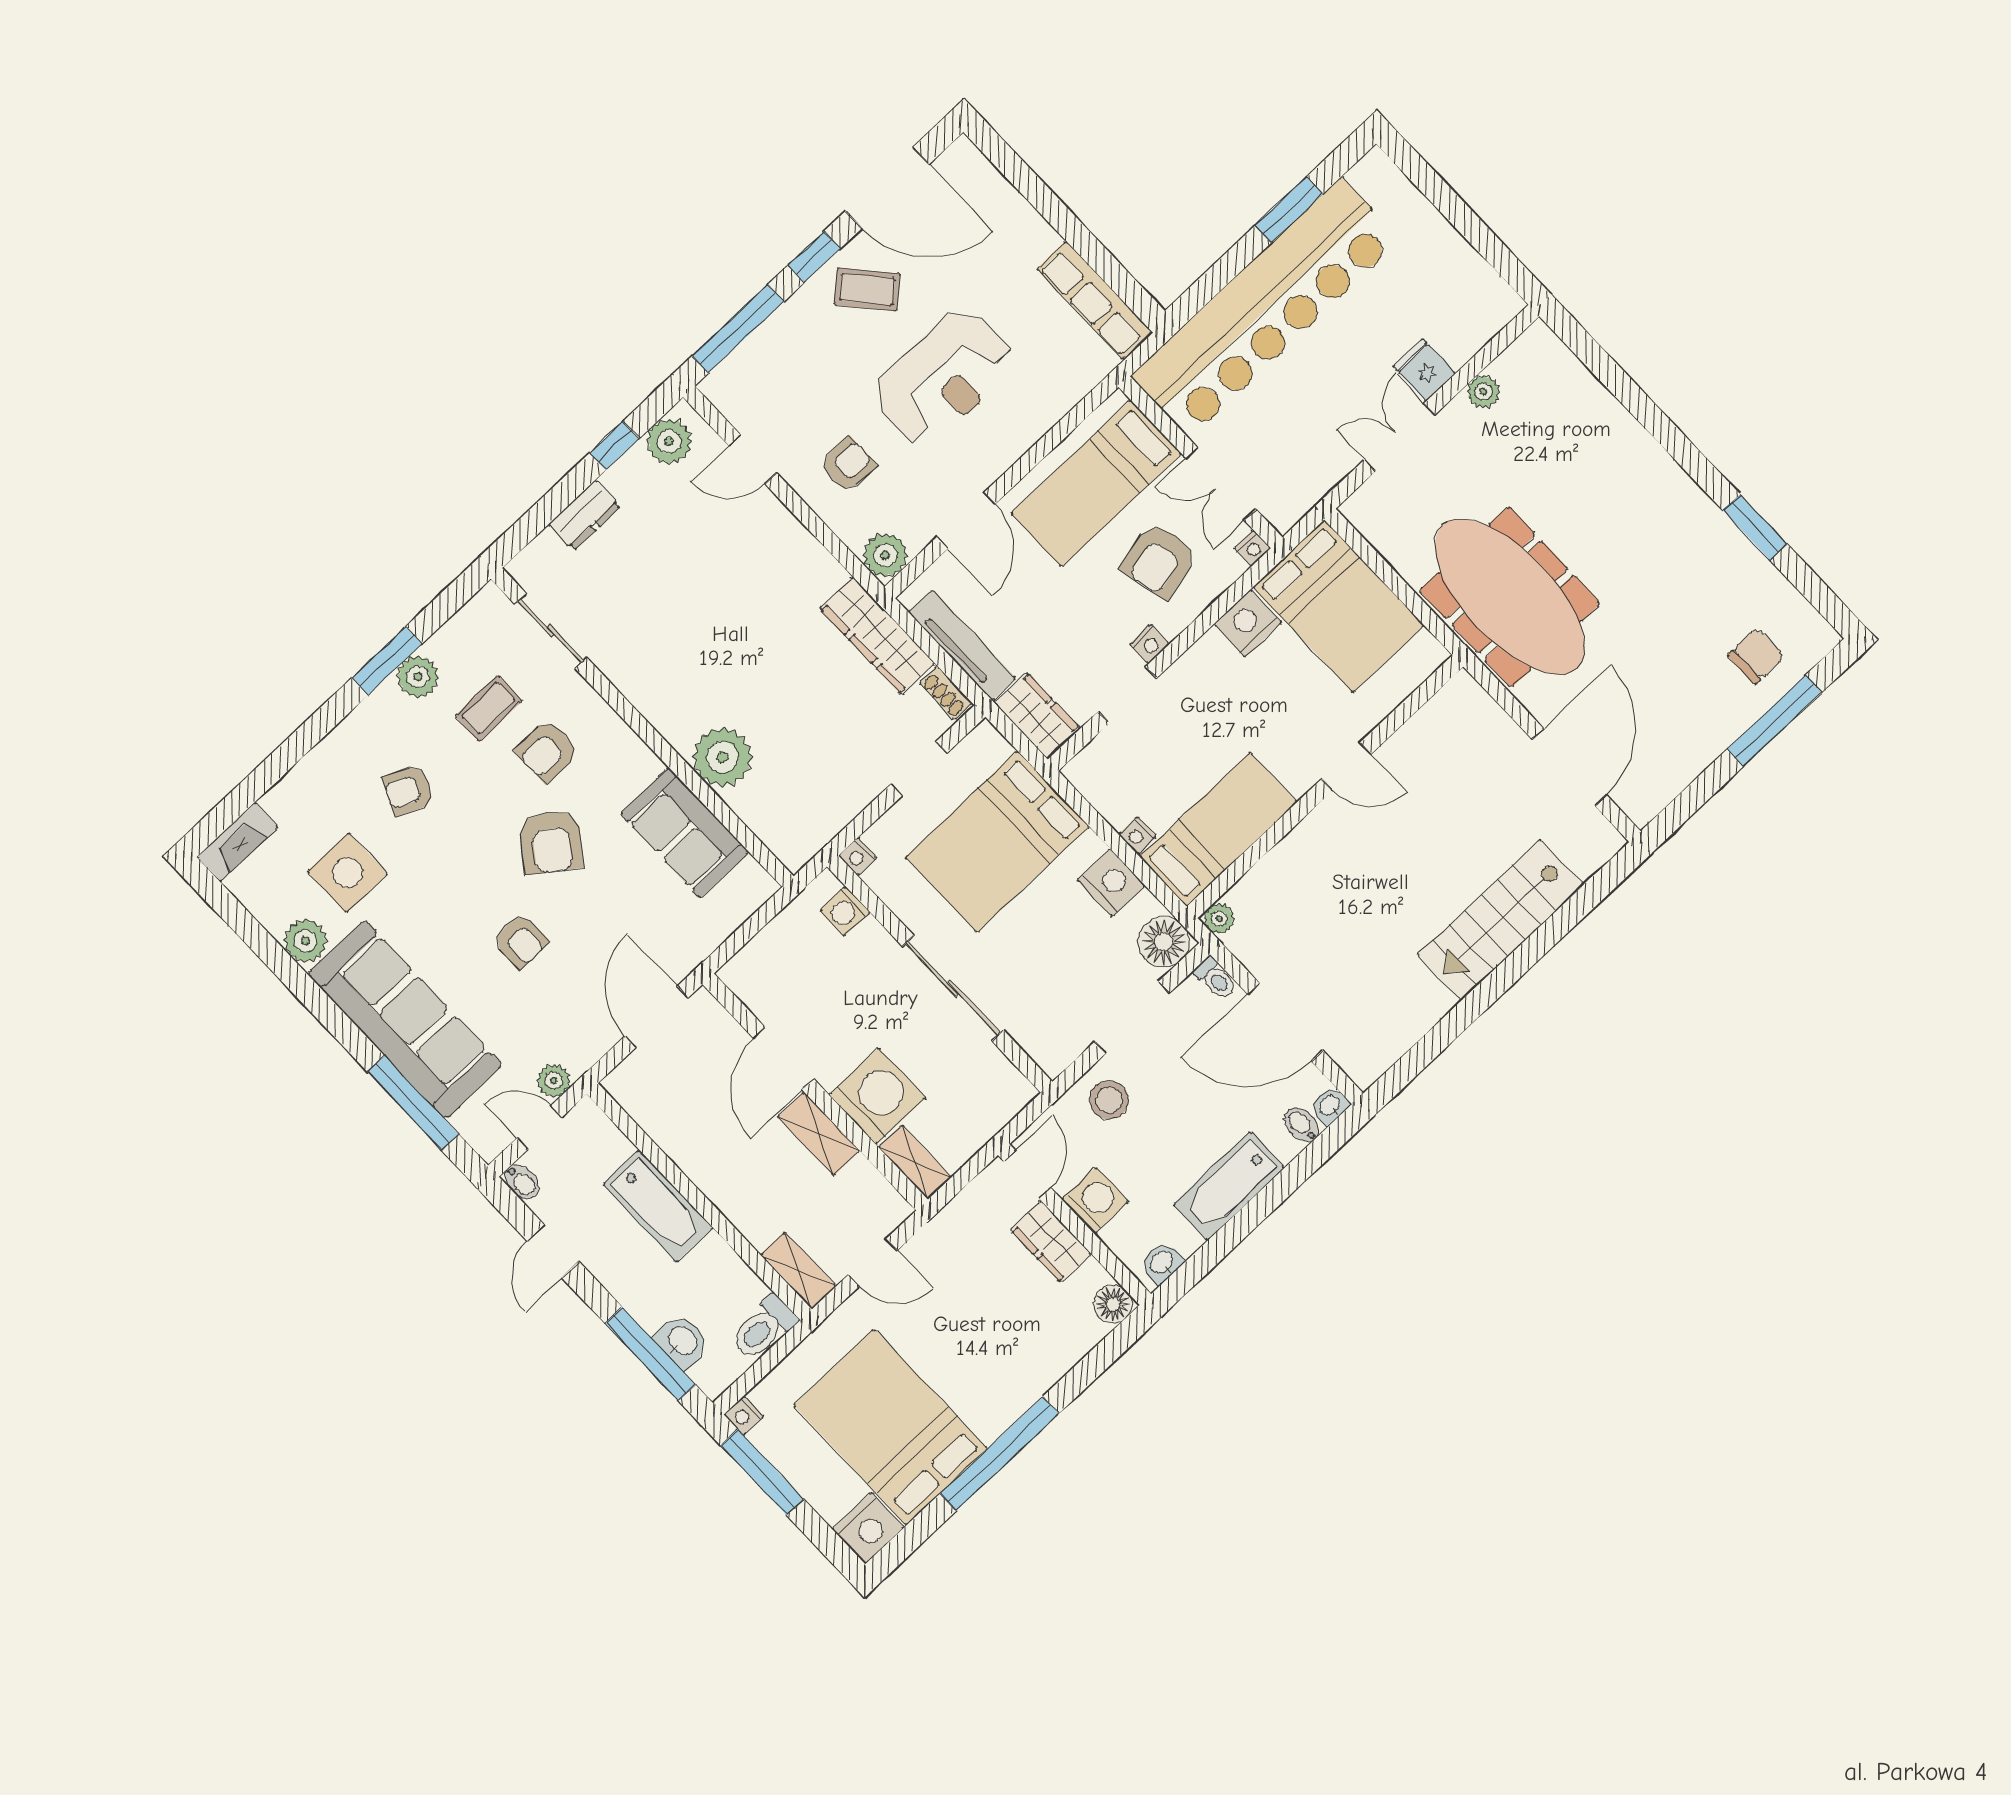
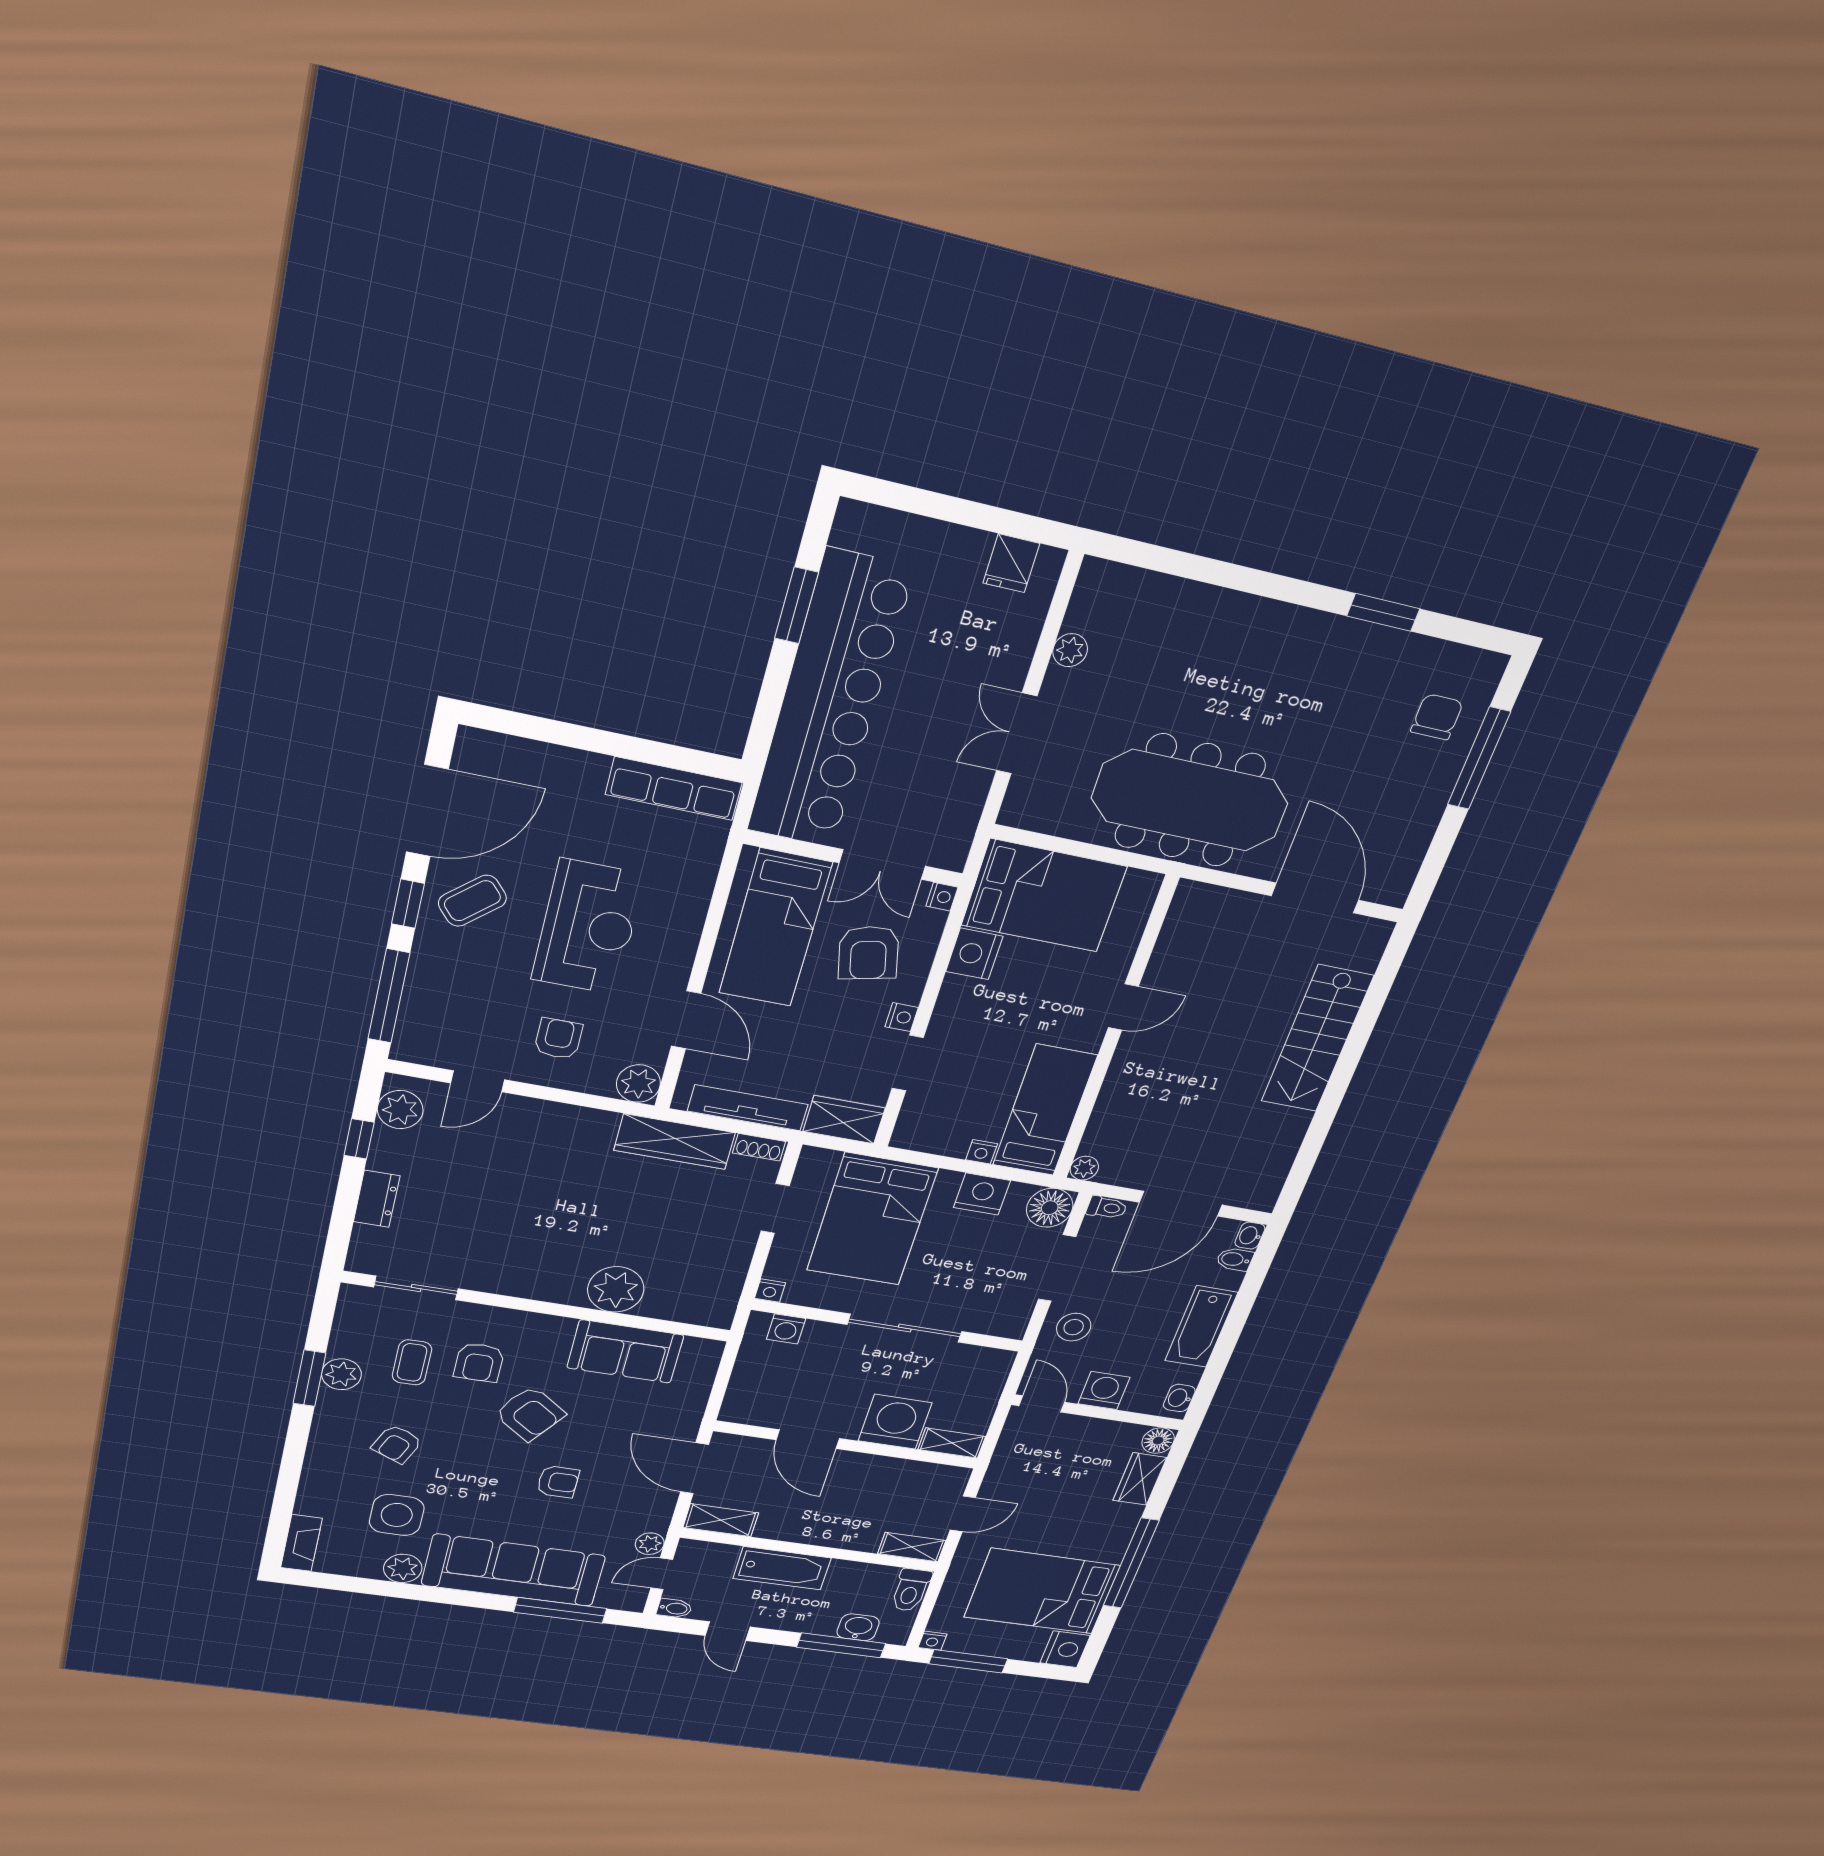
fridge: (1424, 370) -> (1011, 563), moved, turned -90
shelving: (819, 1134) -> (721, 1520), moved
wardrobe: (1051, 1242) -> (1140, 1479), moved, turned 90

